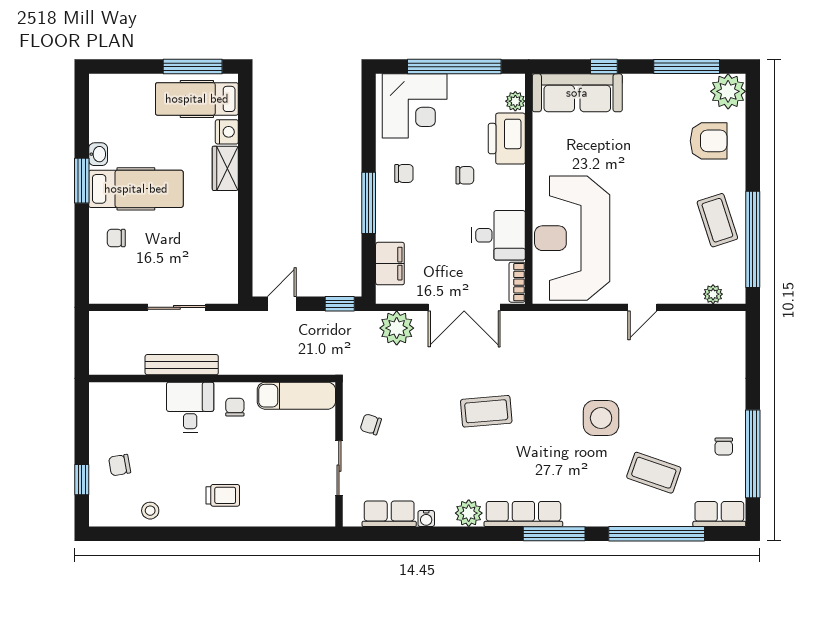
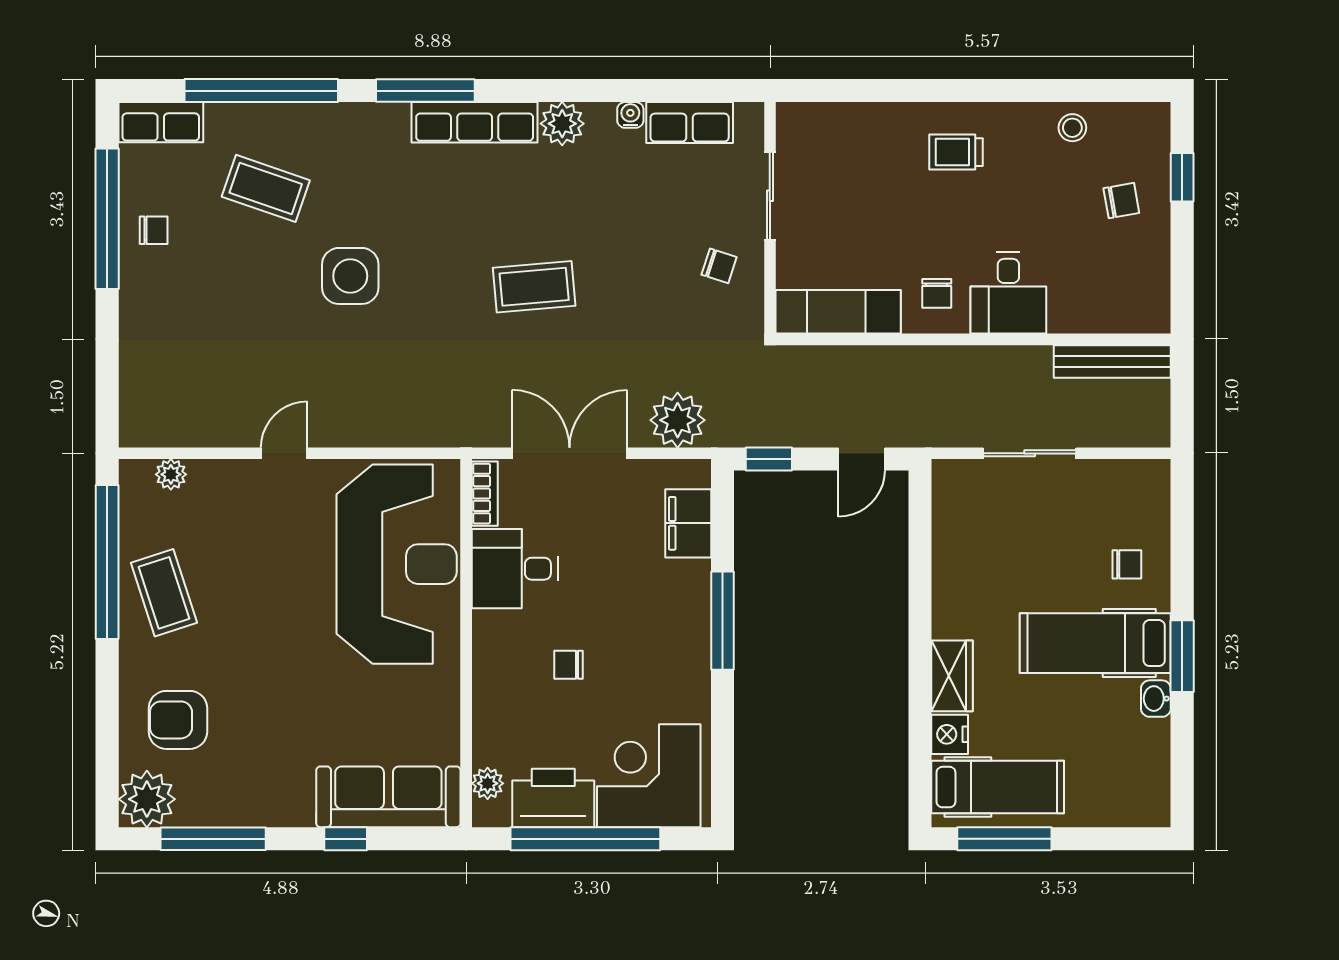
printer: (507, 139) -> (553, 798), moved, turned -90
chair: (404, 173) -> (666, 668), removed
bench: (182, 365) -> (1112, 361), moved
chair: (724, 447) -> (154, 230), turned 90

